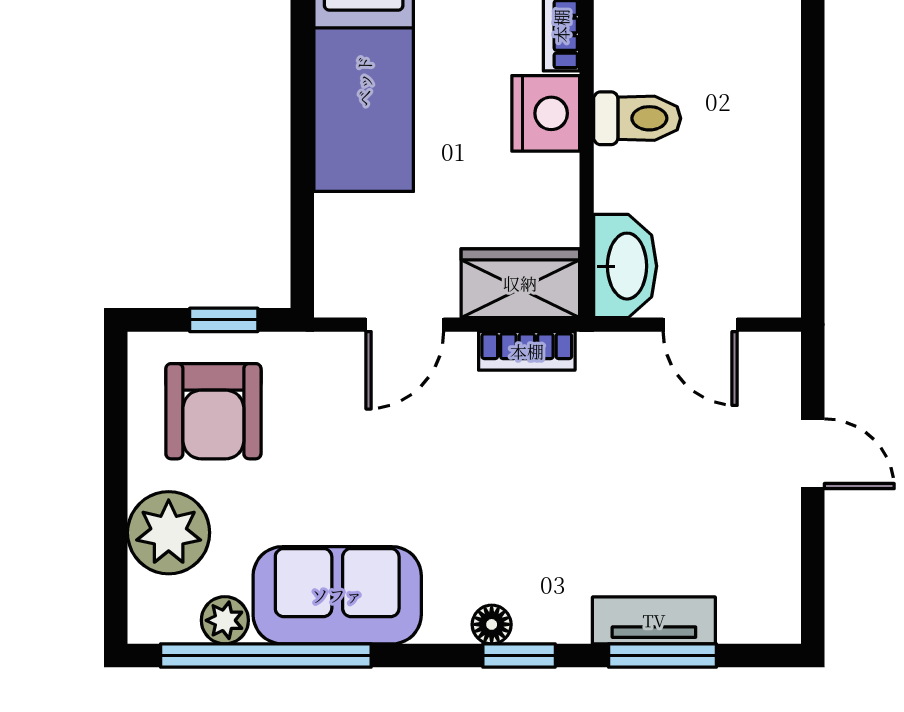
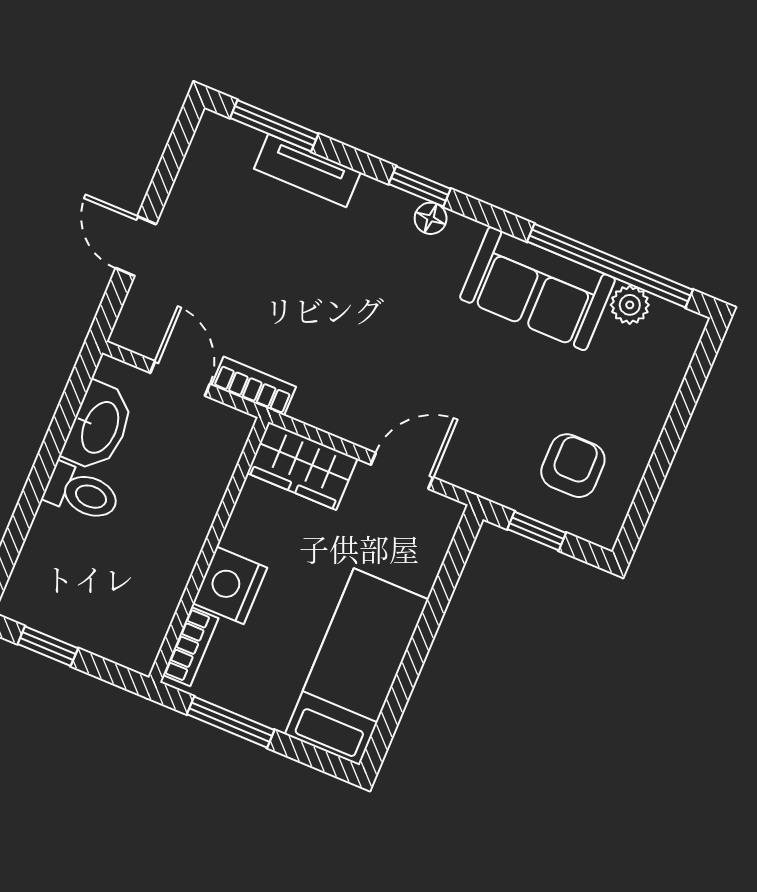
toilet: (637, 118) -> (82, 493), moved, turned 180
washbasin: (625, 266) -> (99, 427), moved, turned 180
bookcase: (527, 351) -> (254, 386), moved
armchair: (213, 411) -> (573, 466), width x0.72, depth x0.72
plant: (169, 533) -> (645, 388), removed
window: (663, 656) -> (274, 126), moved

